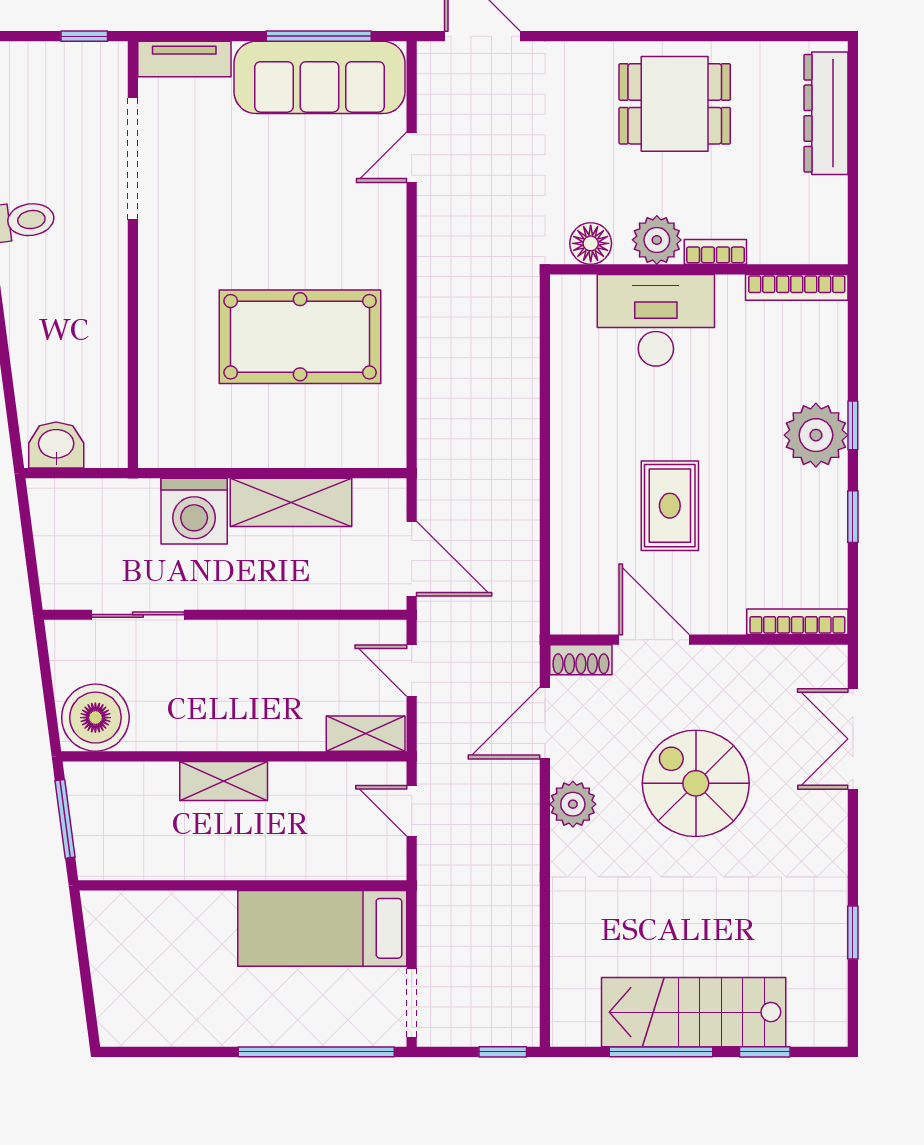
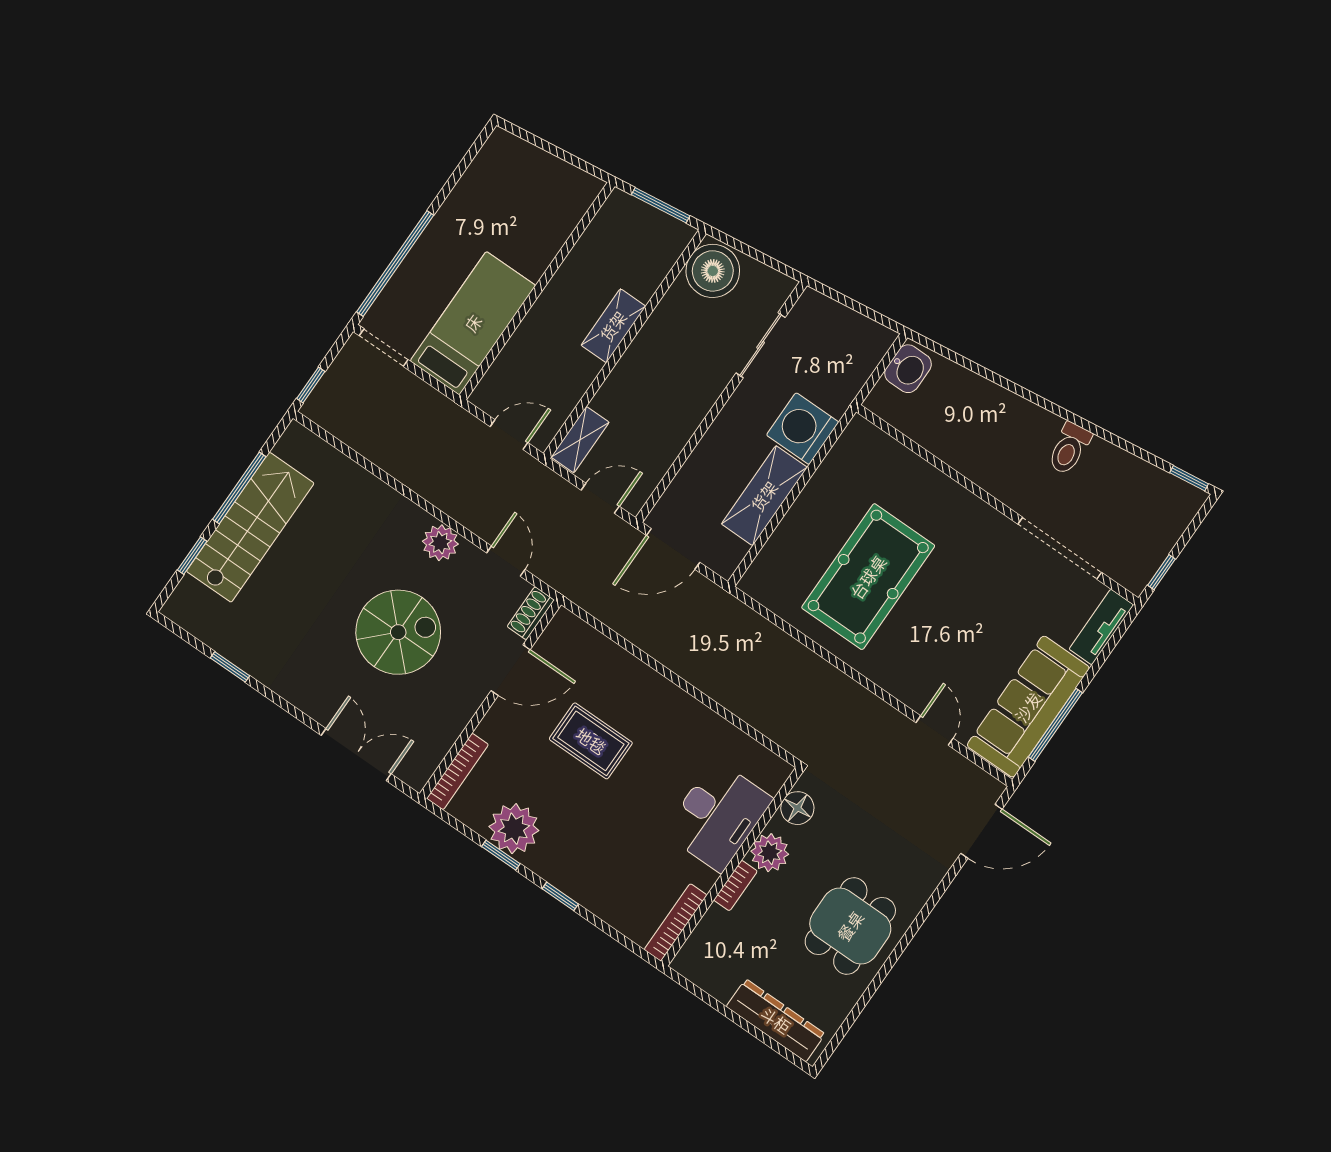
plant: (816, 435) -> (514, 829), moved
door: (545, 723) -> (506, 561), width x0.73

